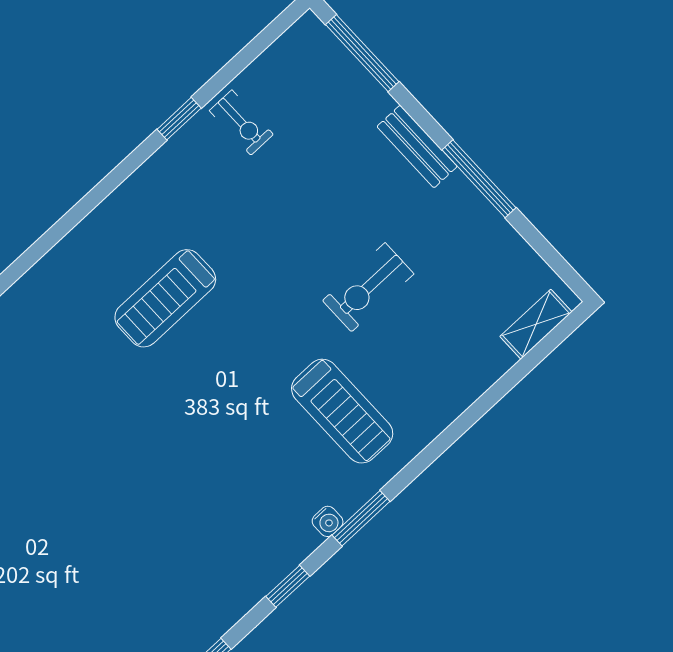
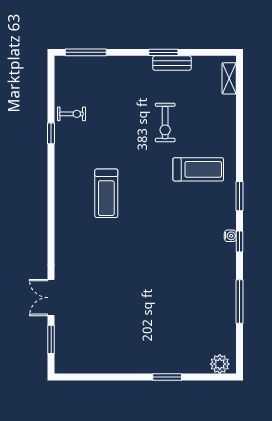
bench: (417, 147) -> (172, 63), moved
window: (479, 179) -> (163, 52), width x0.69
water cooler: (328, 521) -> (230, 236), moved

